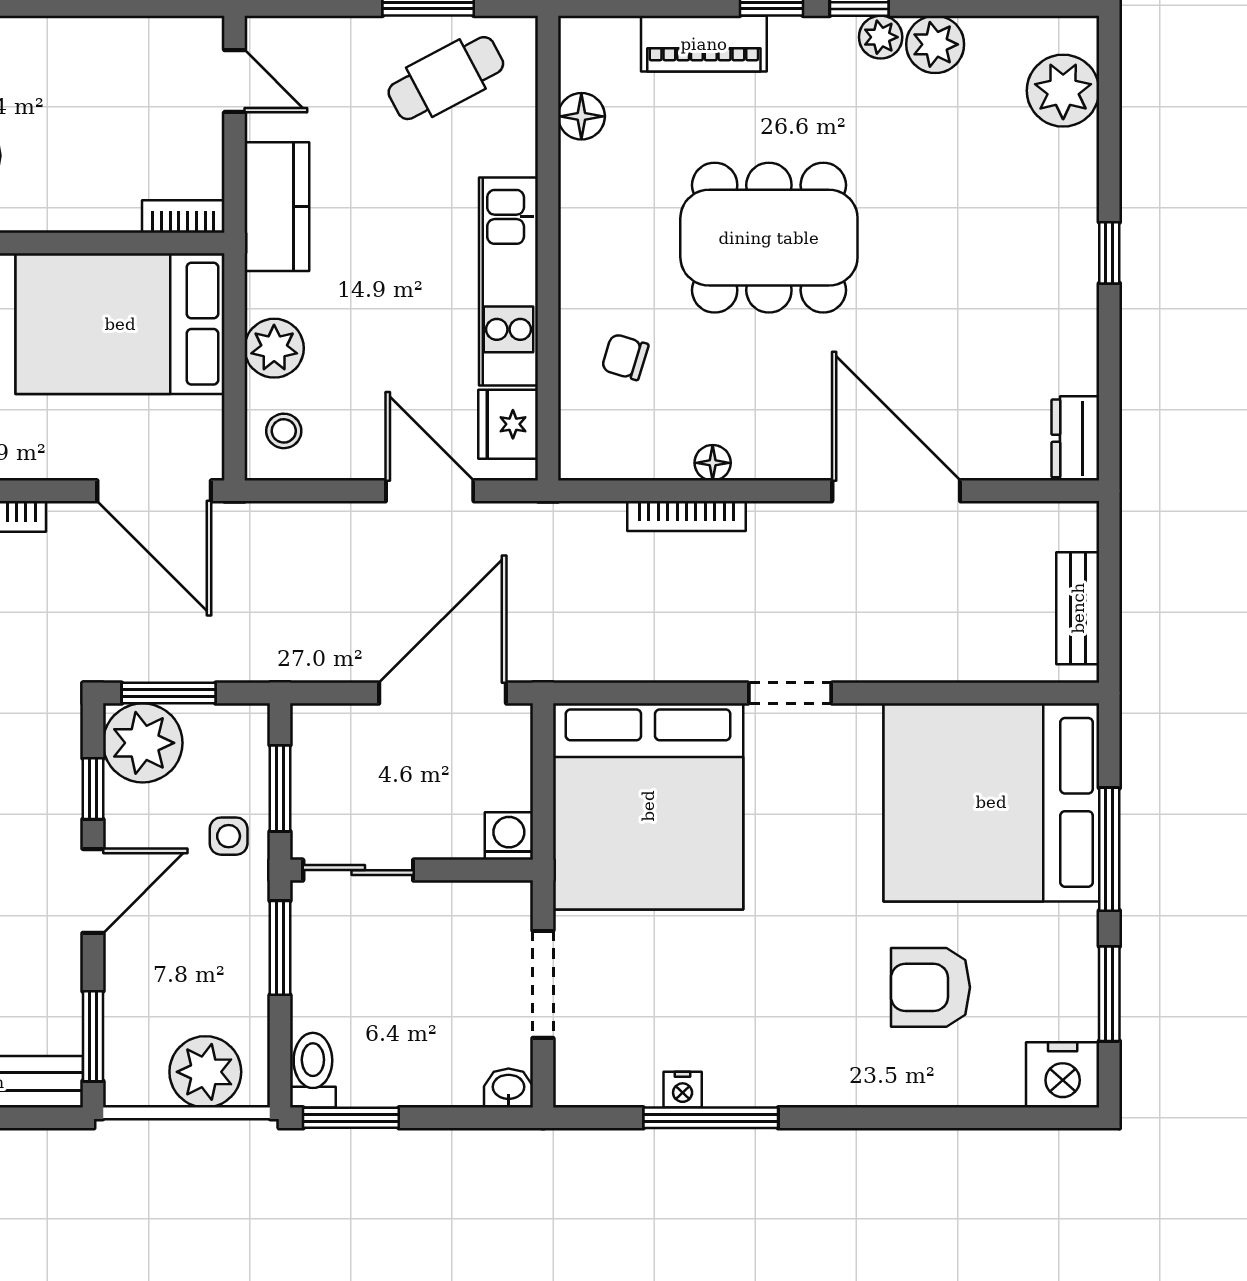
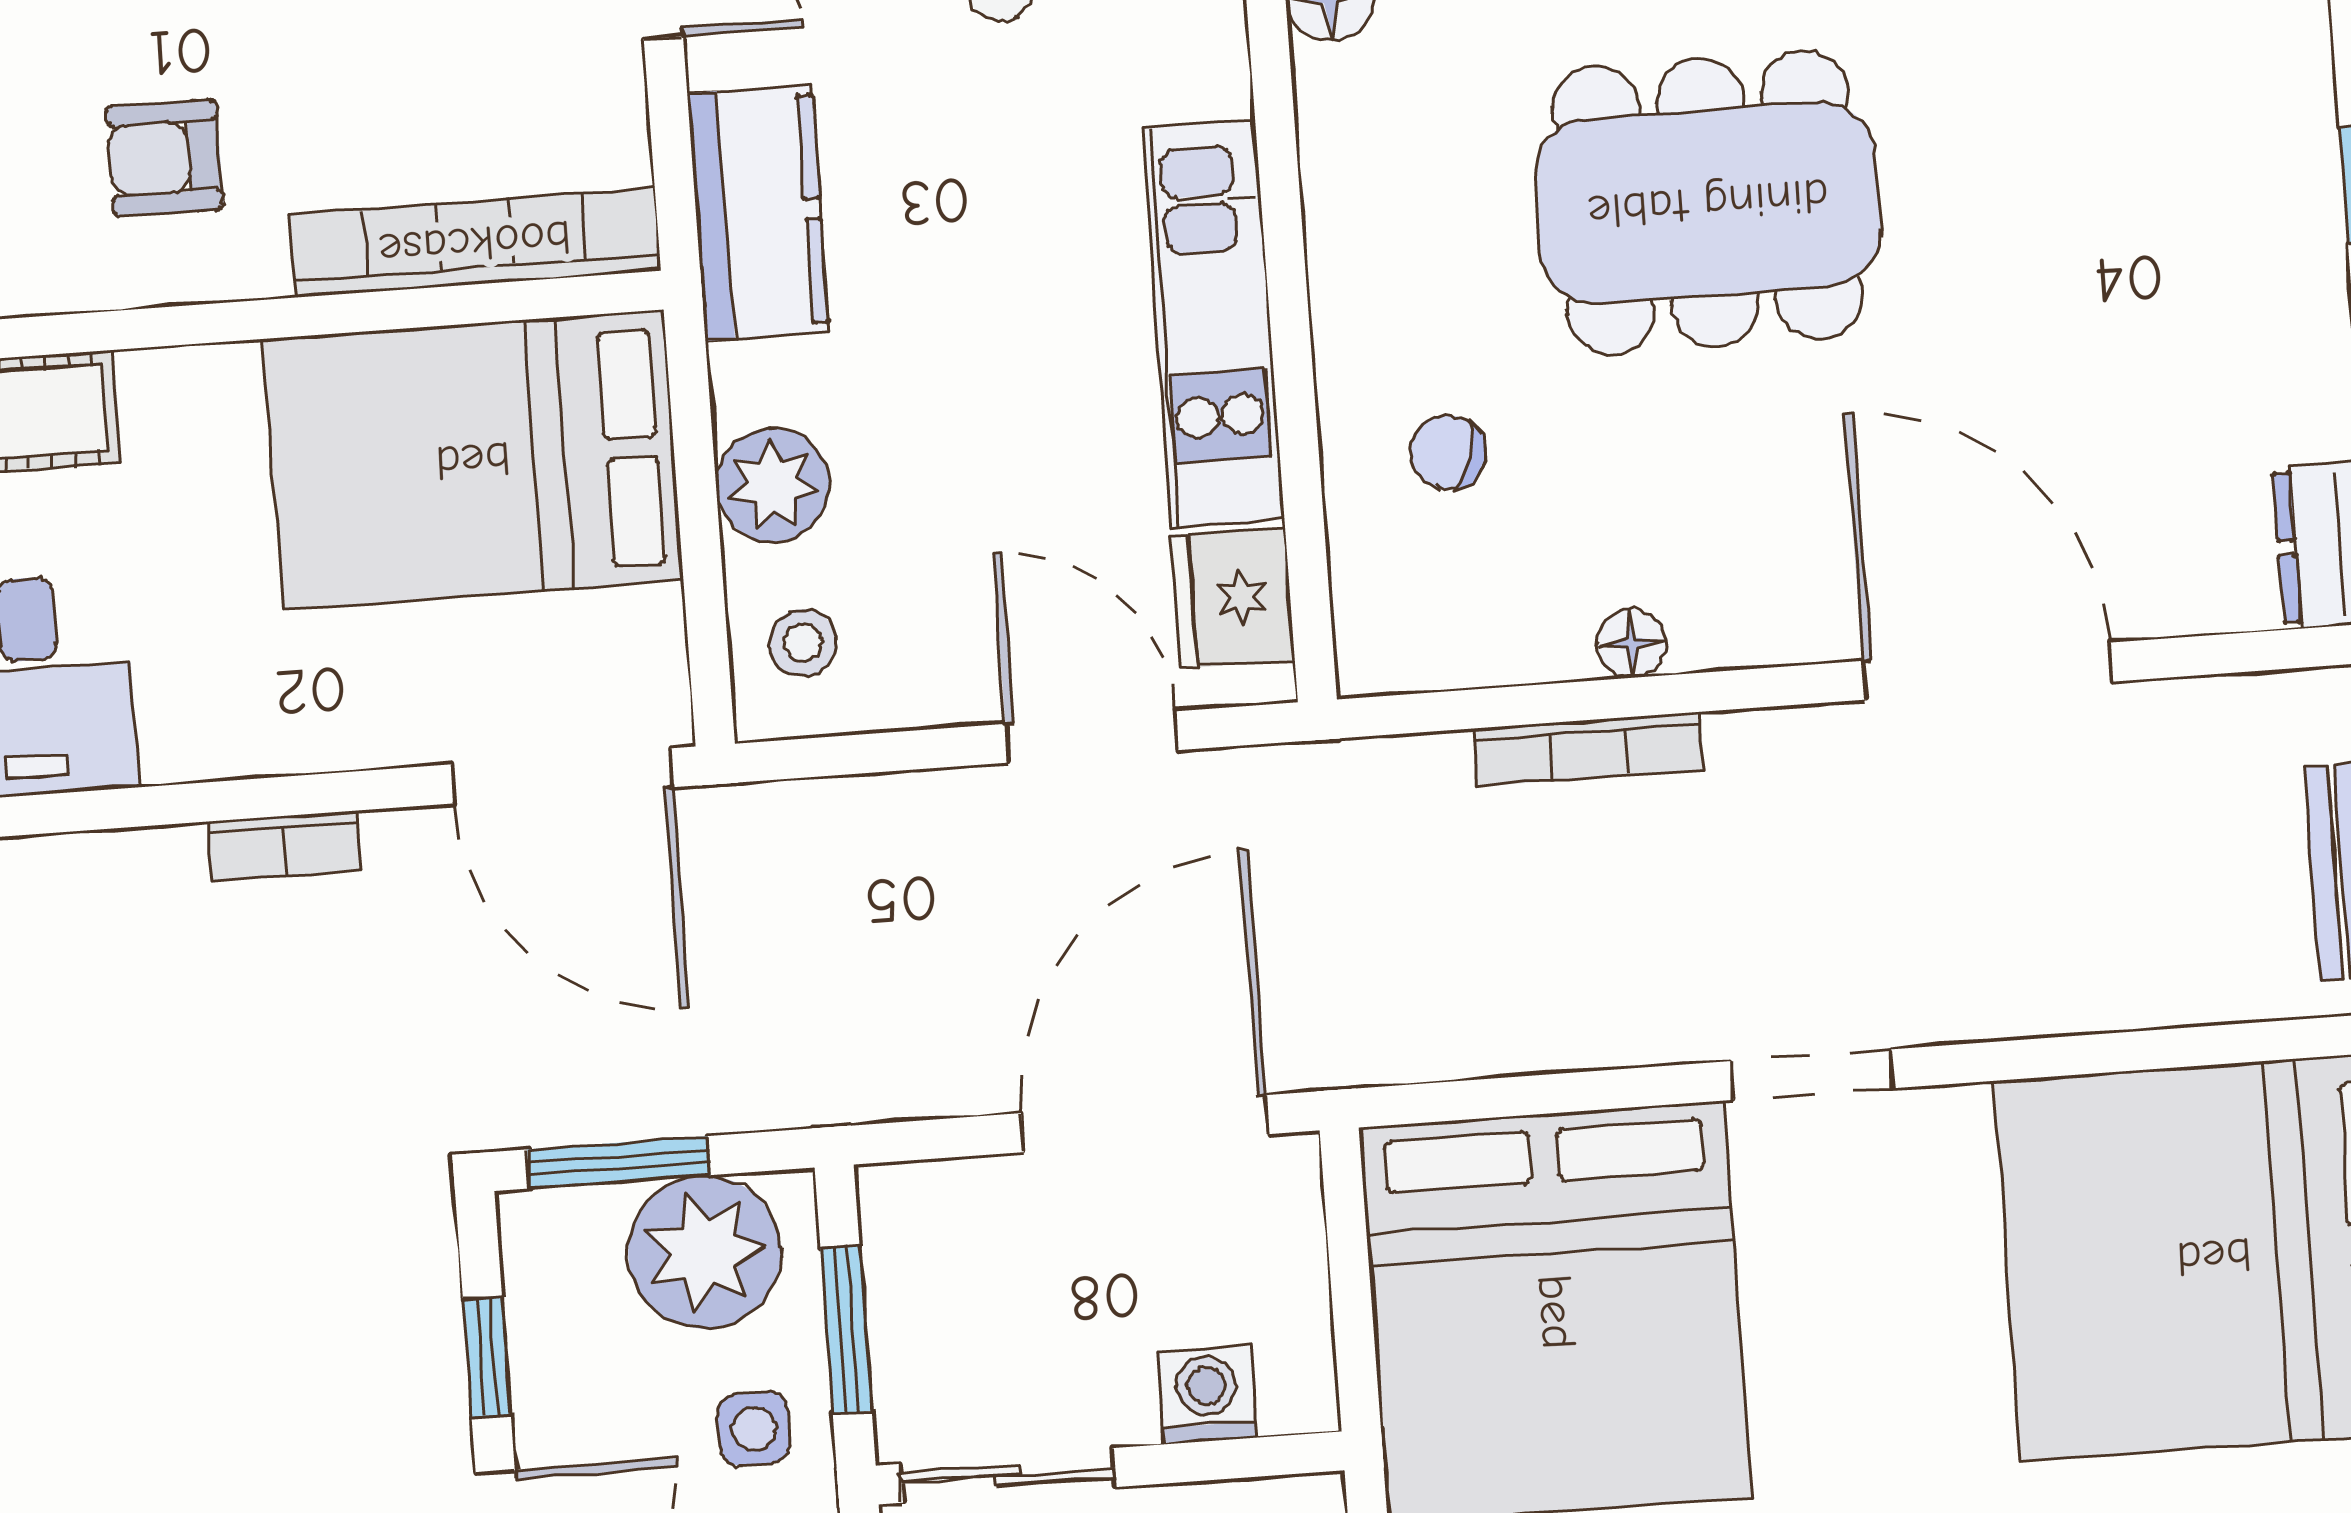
bookcase: (183, 216) -> (475, 243), width x2.31, depth x1.31
plant: (143, 743) -> (705, 1252), moved
washing machine: (509, 836) -> (1207, 1395), moved

